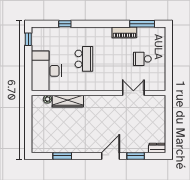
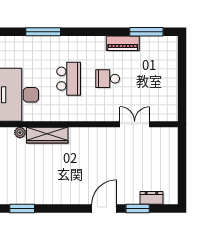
window: (65, 24) -> (43, 32), width x2.17
school desk: (142, 59) -> (108, 79), moved
dresser: (157, 148) -> (151, 198), moved
window: (62, 156) -> (22, 208), moved

